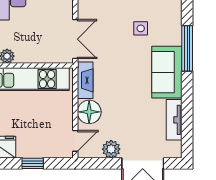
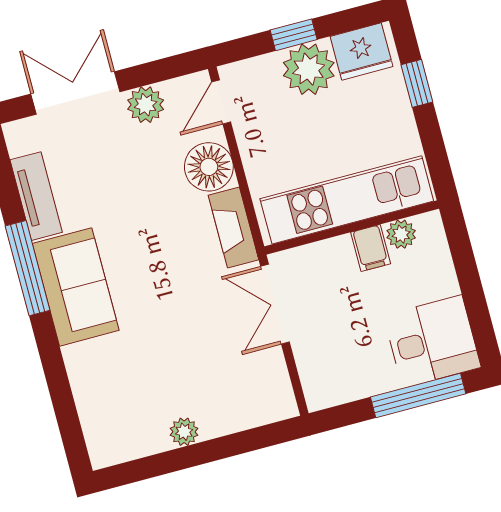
side table: (141, 28) -> (151, 360), removed
window: (187, 48) -> (28, 268), moved
filing cabinet: (23, 53) -> (371, 248), added
plant: (30, 145) -> (309, 69), added

